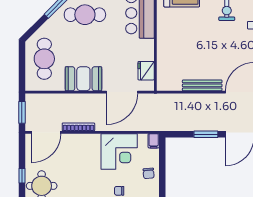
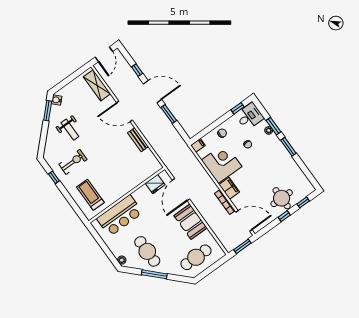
bench: (202, 85) -> (138, 140), width x0.73
door: (122, 92) -> (181, 190), swing flipped
filing cabinet: (89, 141) -> (229, 188), added

